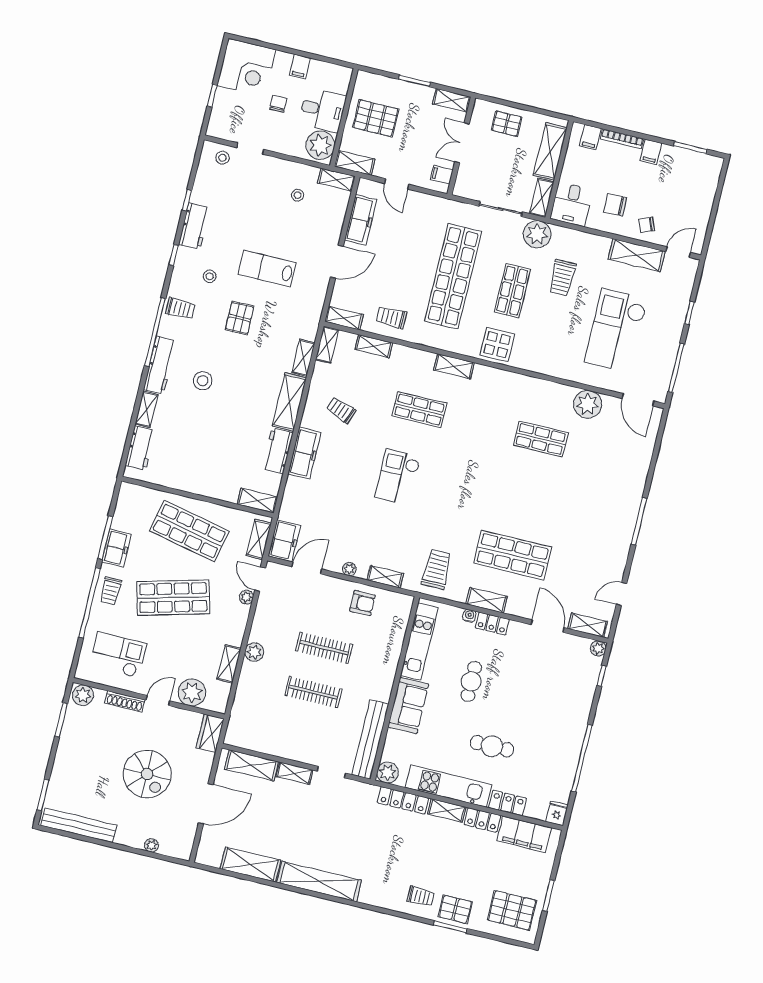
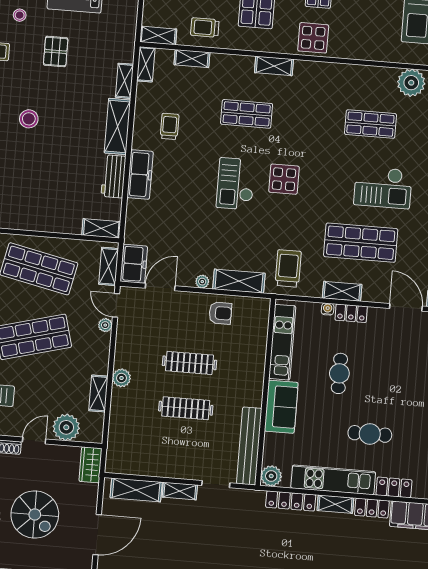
trolley: (341, 410) -> (170, 126), turned 70
display table: (446, 480) -> (284, 179), added
checkout: (543, 504) -> (383, 187), added
shelving: (385, 577) -> (239, 281), width x1.50, depth x1.33

